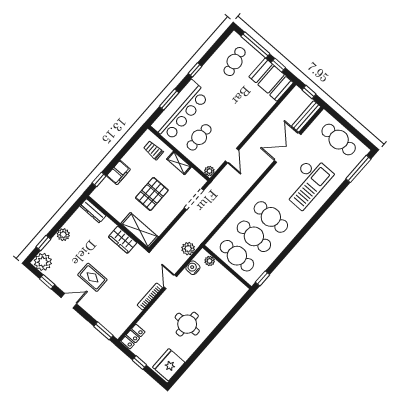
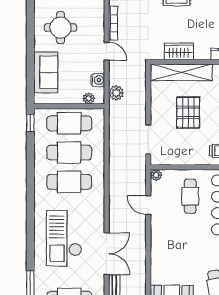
shelving: (179, 163) -> (188, 159), removed
shelving: (140, 230) -> (181, 72), width x1.47
sofa: (223, 303) -> (46, 72), added

